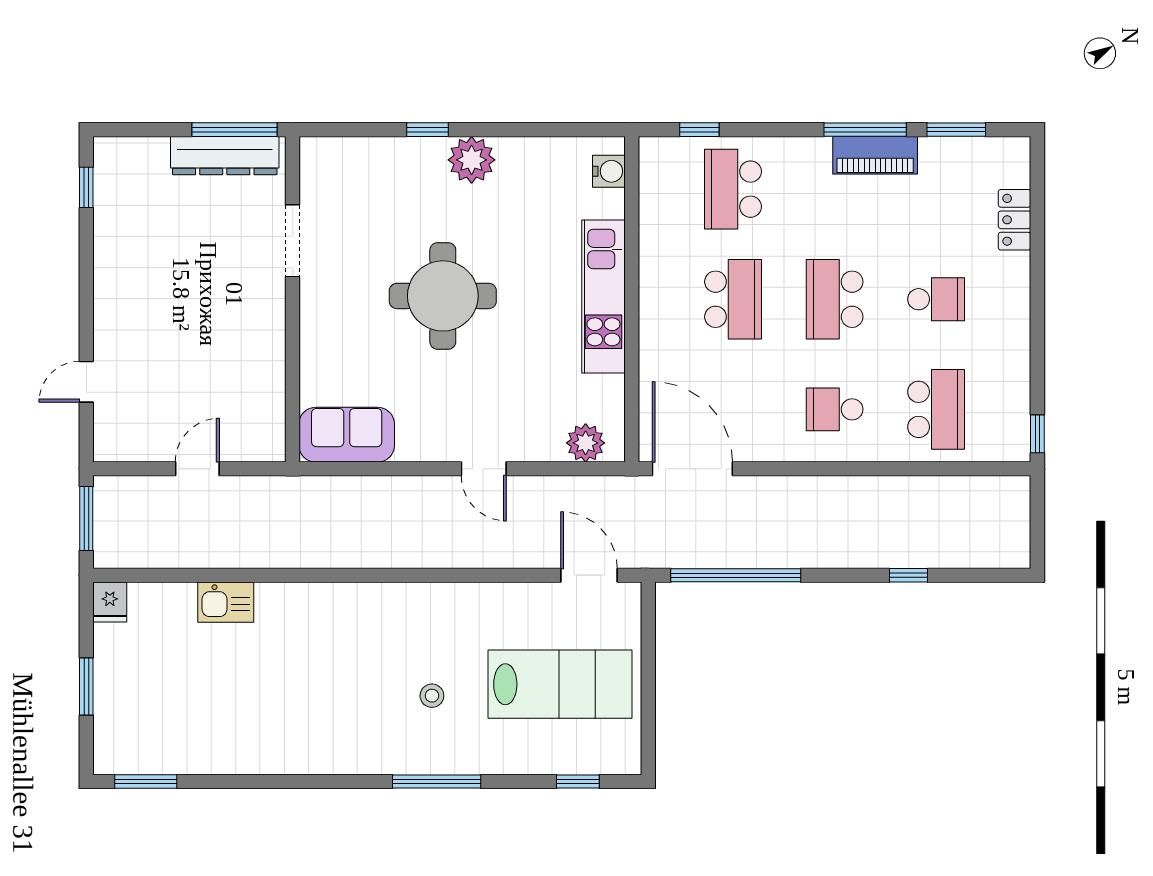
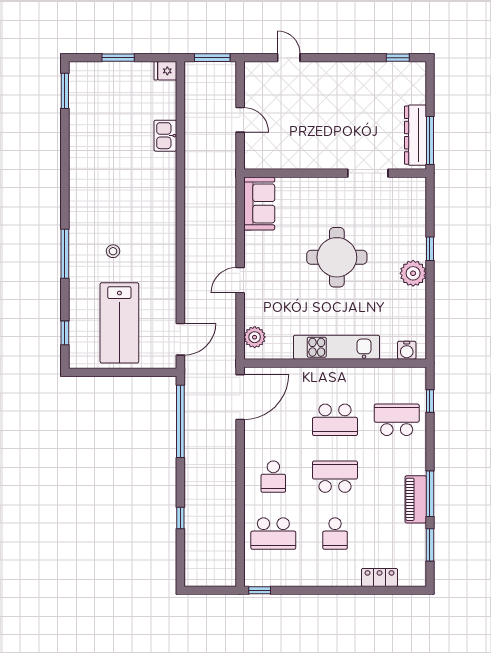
school desk: (835, 409) -> (273, 477), turned 180

